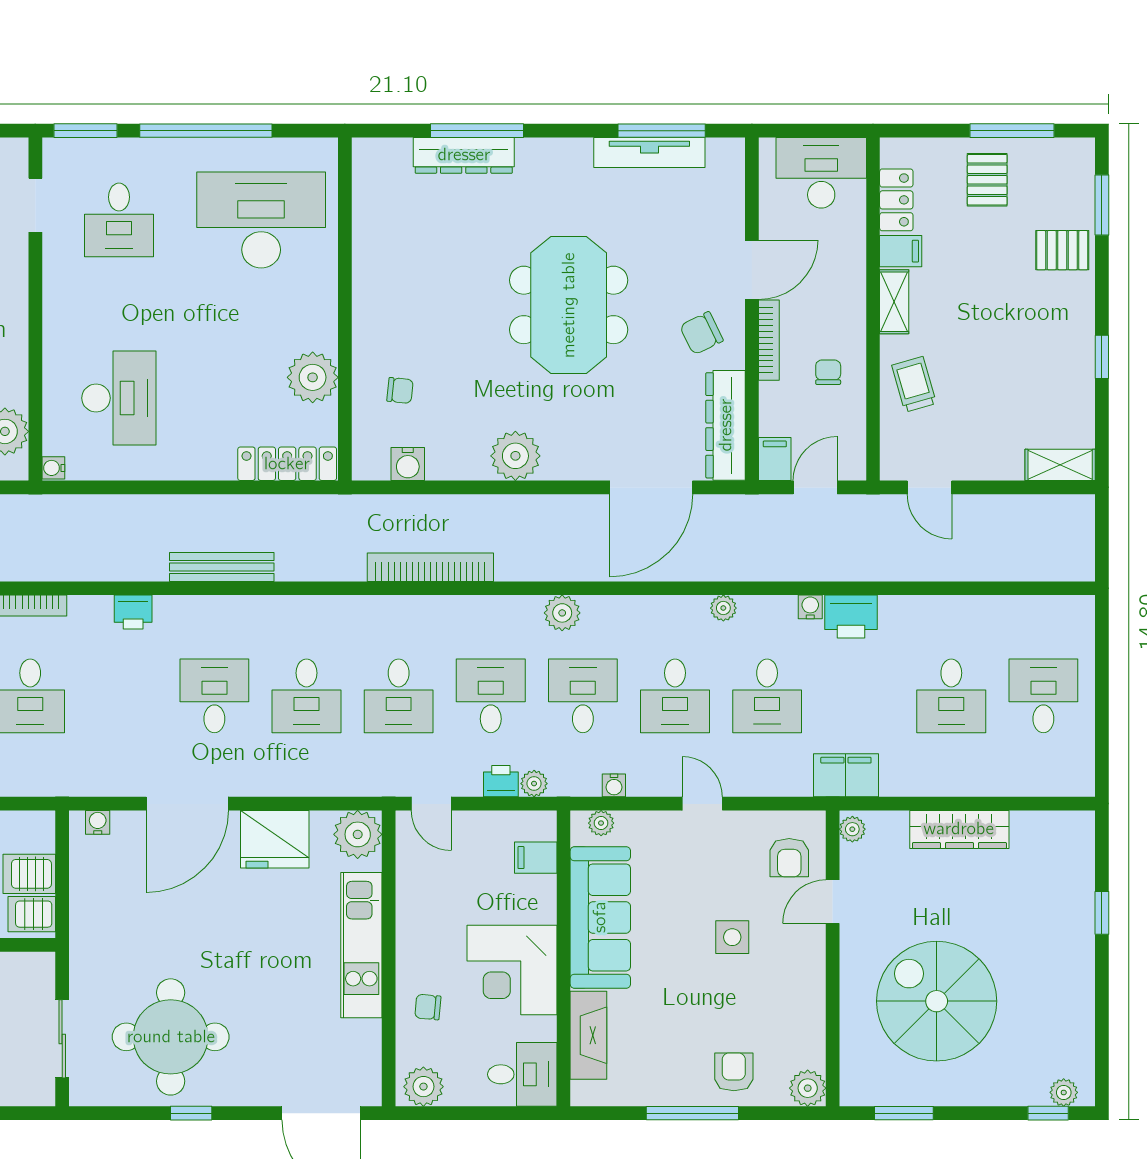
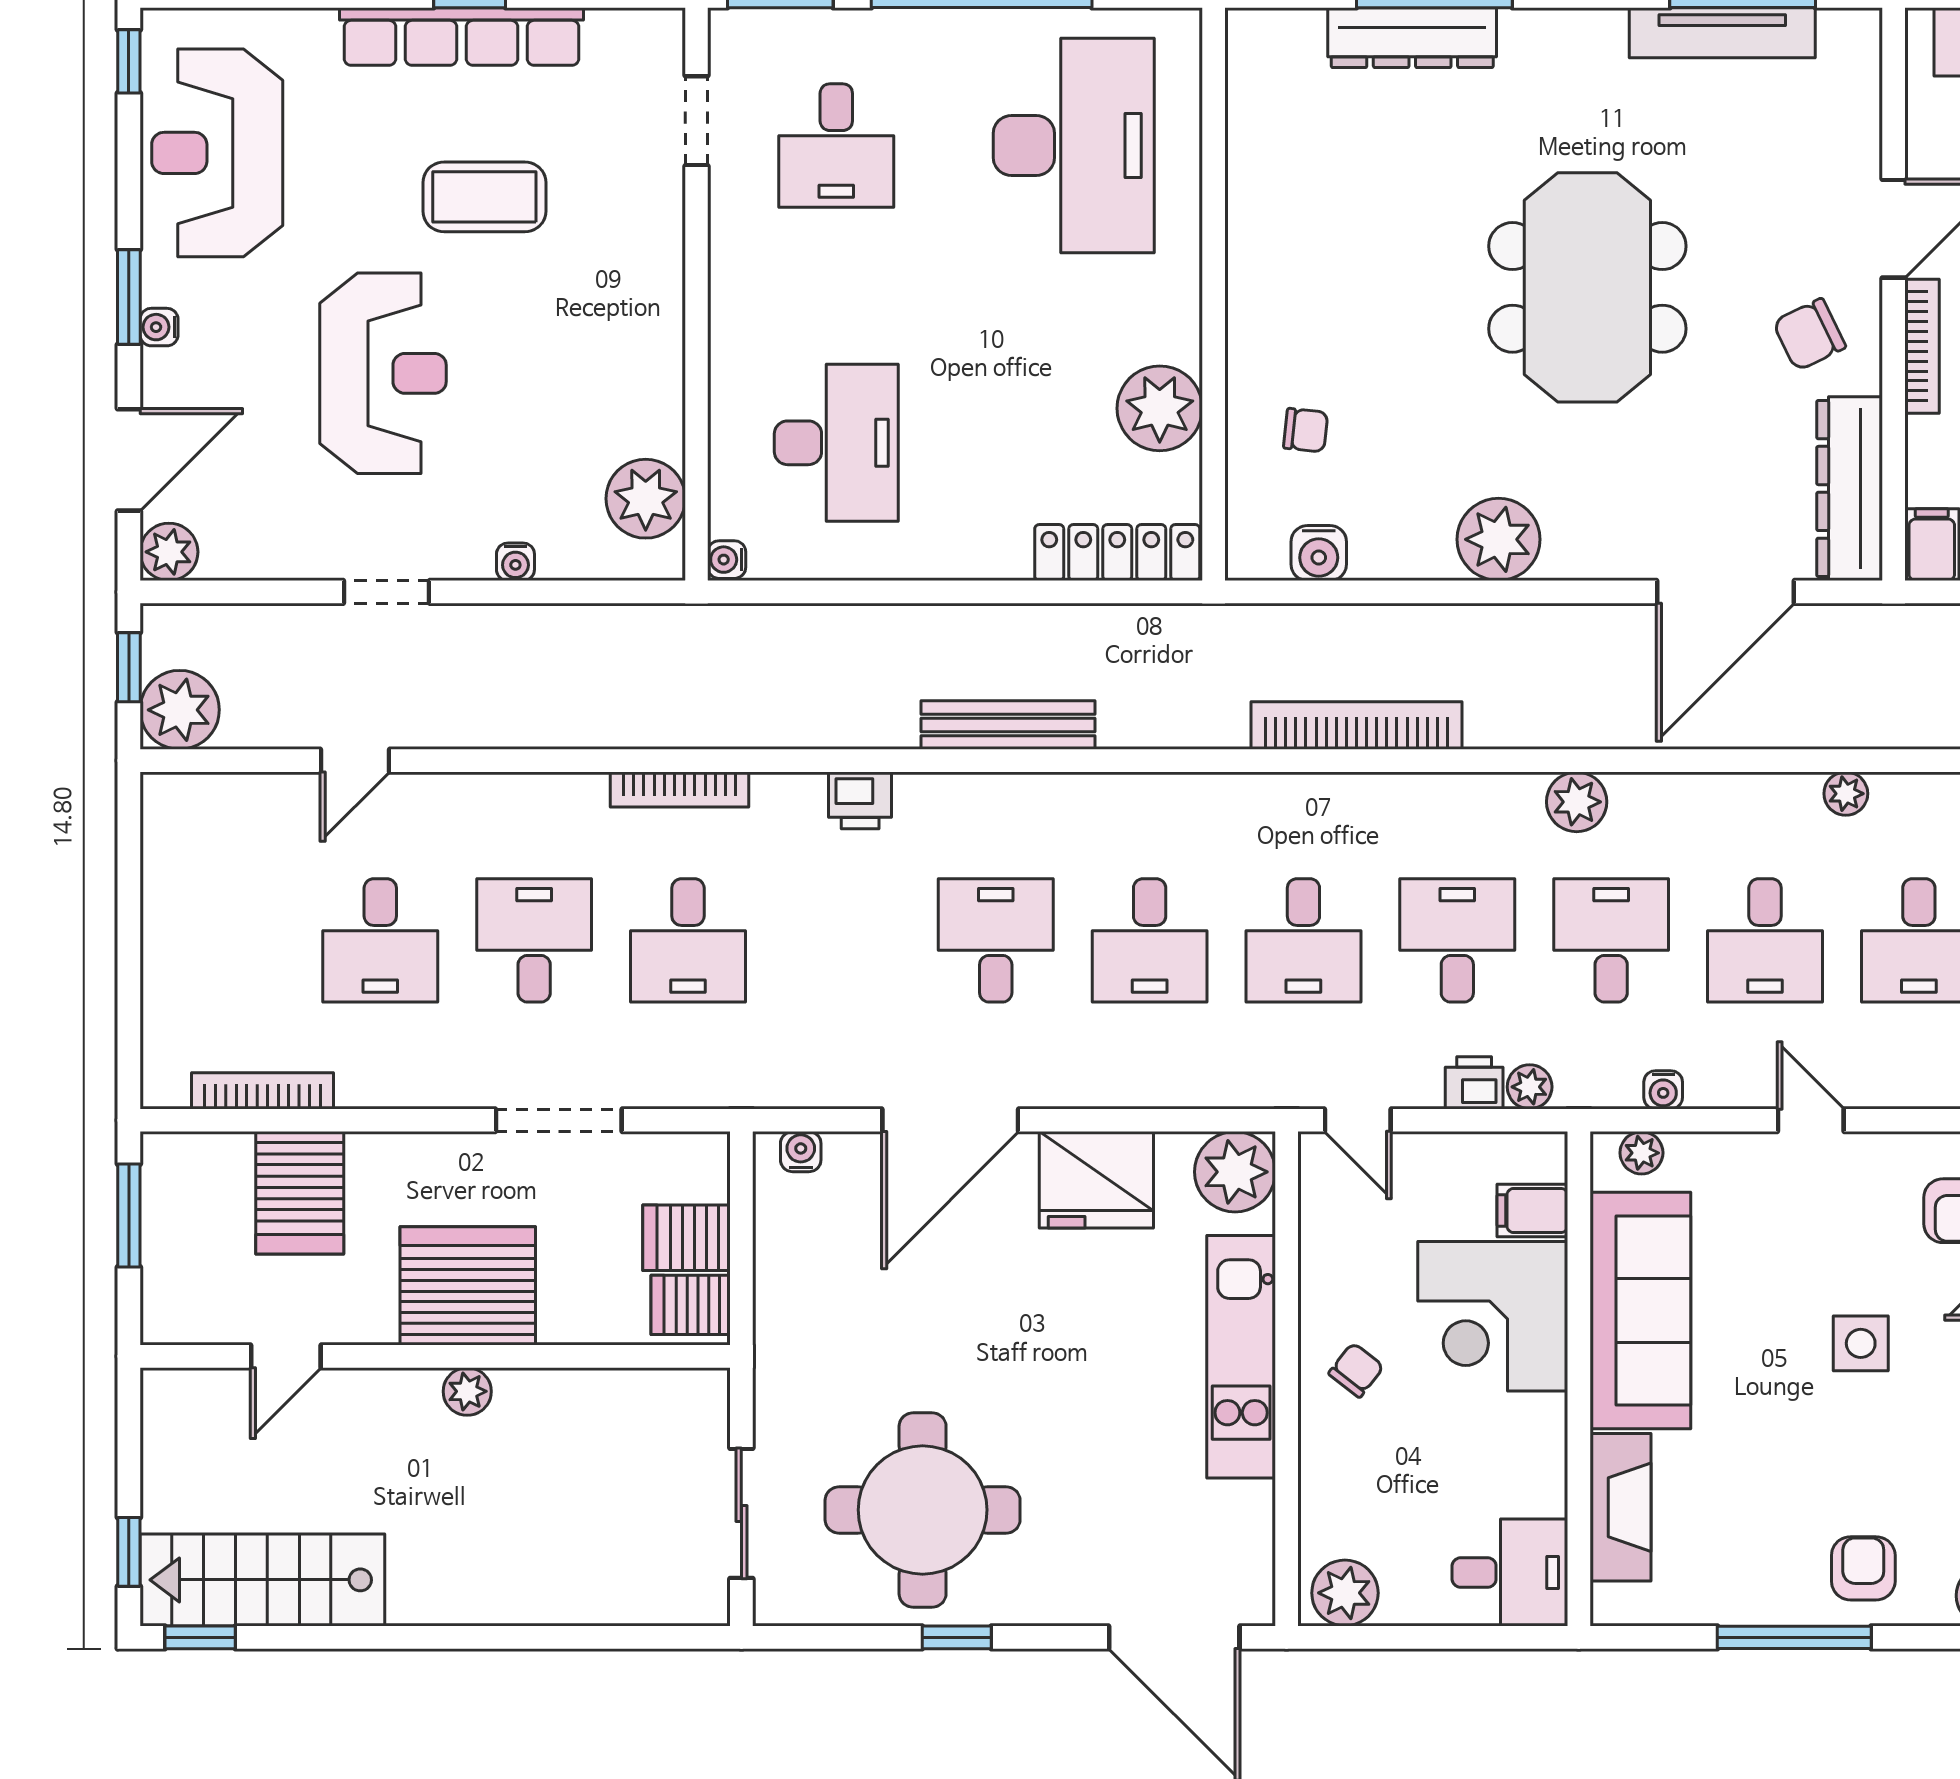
desk: (261, 220) -> (1074, 145), turned 90
corner desk: (512, 970) -> (1493, 1316), moved
chair: (428, 1007) -> (1356, 1370), moved, turned 123

